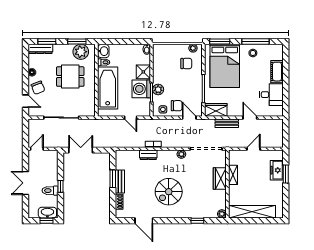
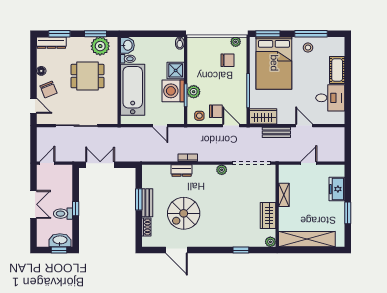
window: (286, 174) -> (348, 213), moved
wardrobe: (220, 178) -> (268, 215), moved
double door: (26, 183) -> (34, 204), swing flipped
spiral stairs: (169, 192) -> (184, 213), moved

